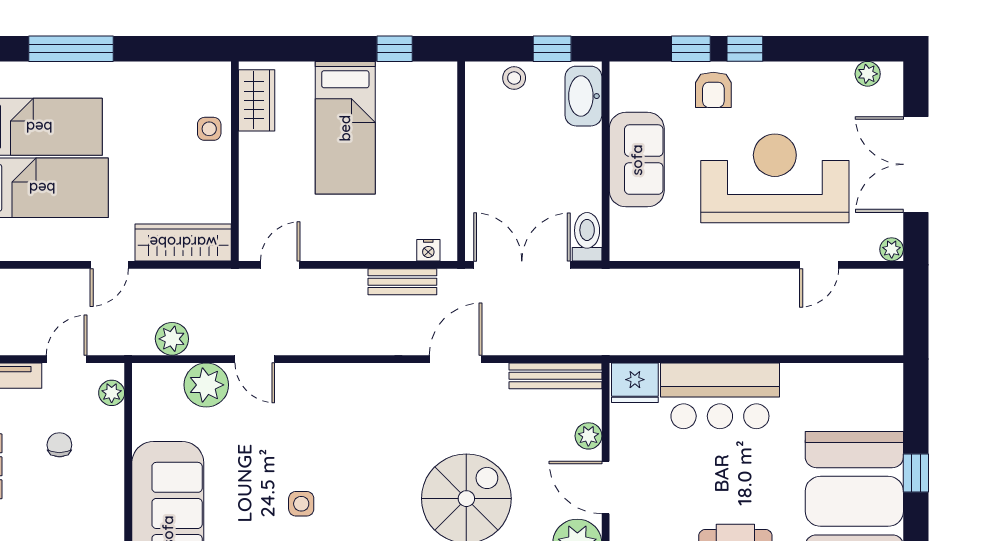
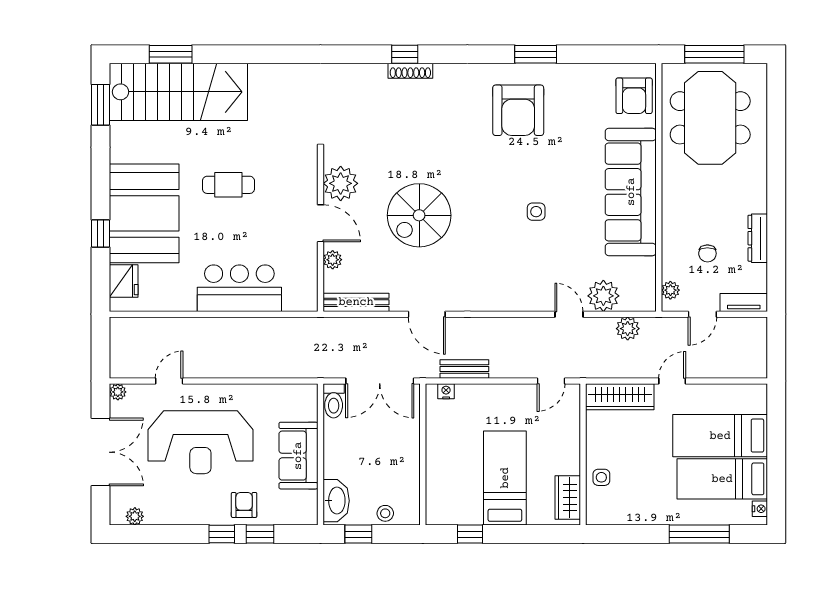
door: (456, 359) -> (427, 314), hinge flipped
fridge: (635, 383) -> (124, 281), moved, turned 90

